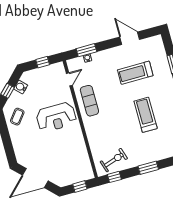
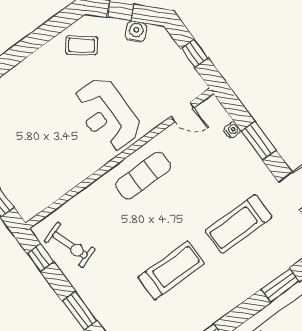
window: (86, 50) -> (259, 141), moved
treadmill: (135, 73) -> (238, 224), turned -90
exercise mat: (89, 101) -> (143, 176), moved

